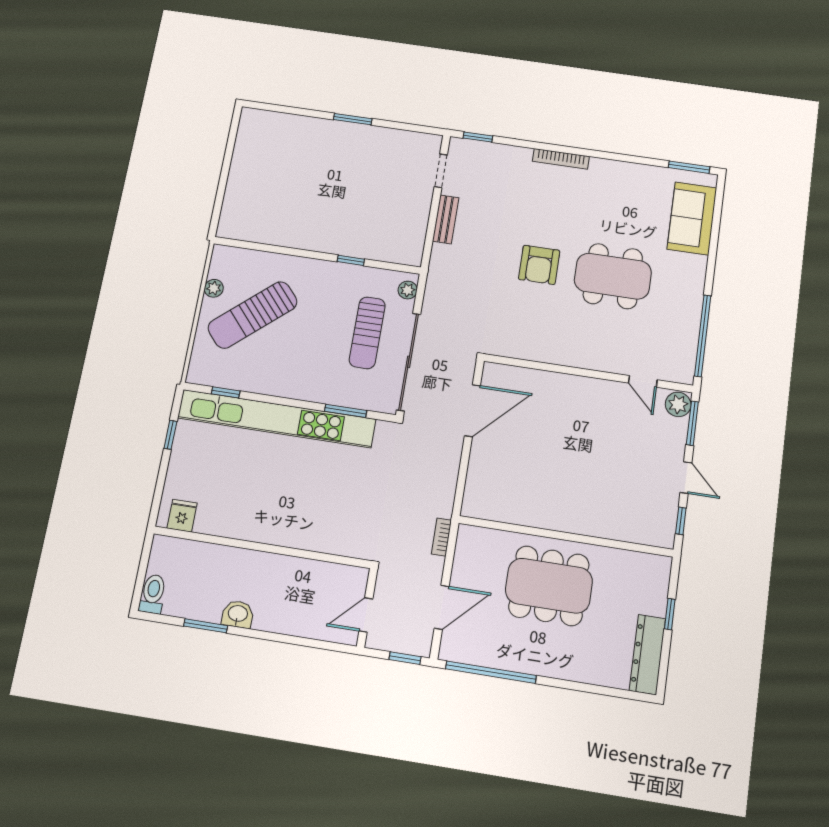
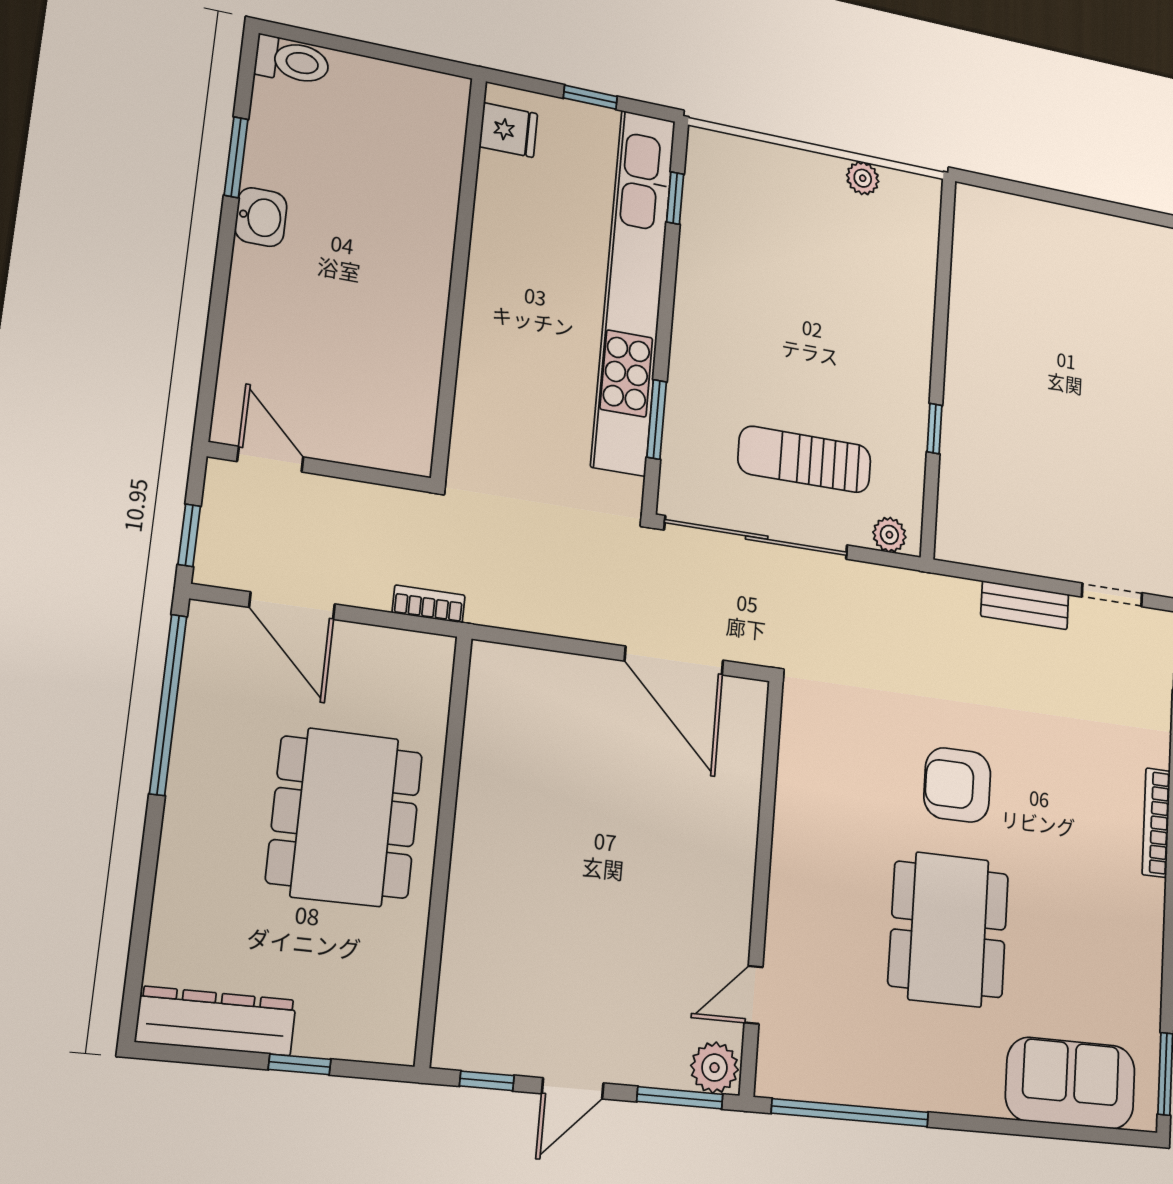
sun lounger: (253, 315) -> (820, 248), removed
fridge: (182, 516) -> (508, 130), moved
wall: (262, 547) -> (459, 276), moved

